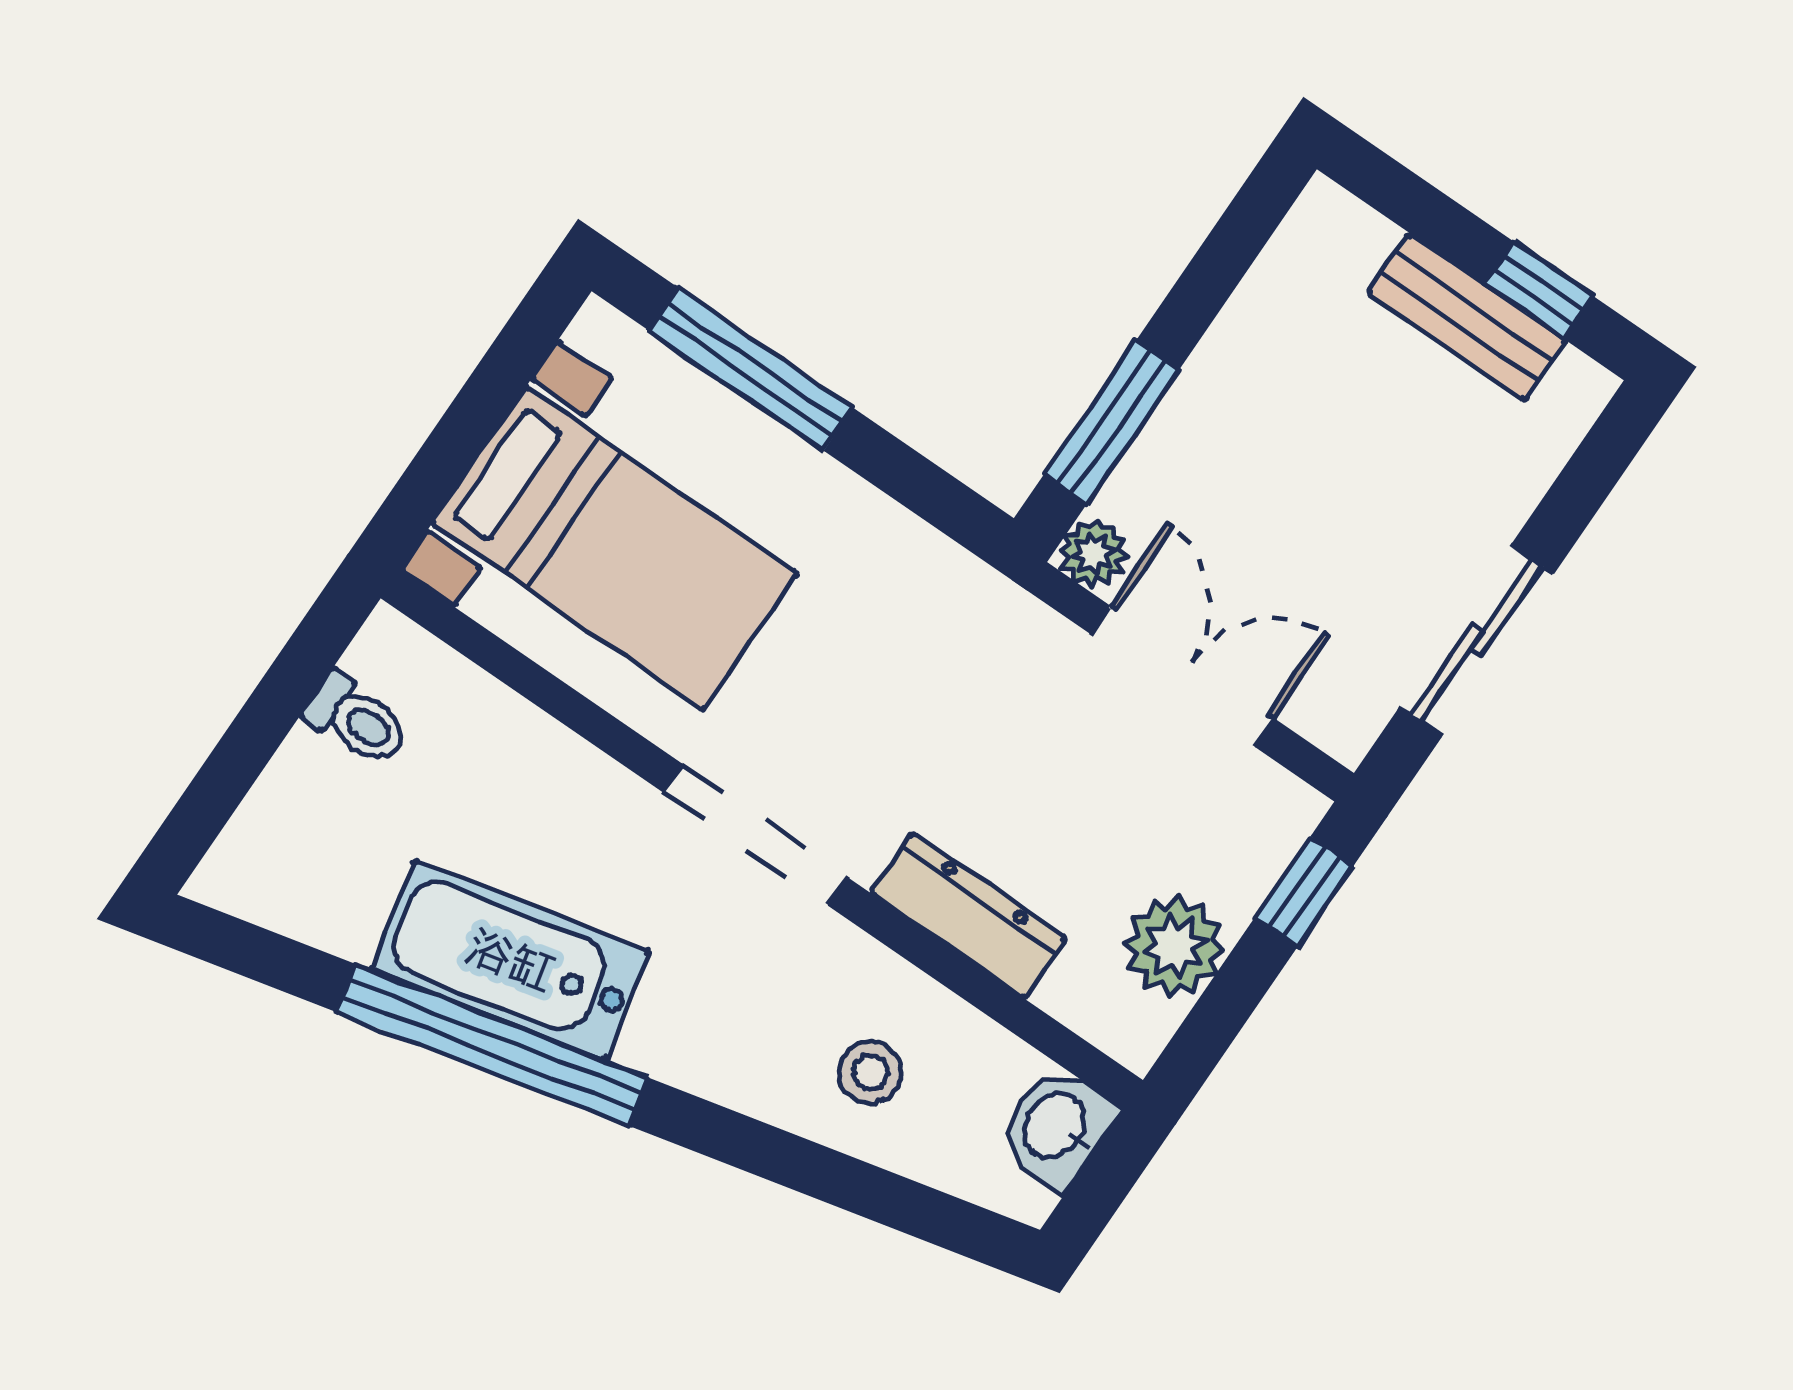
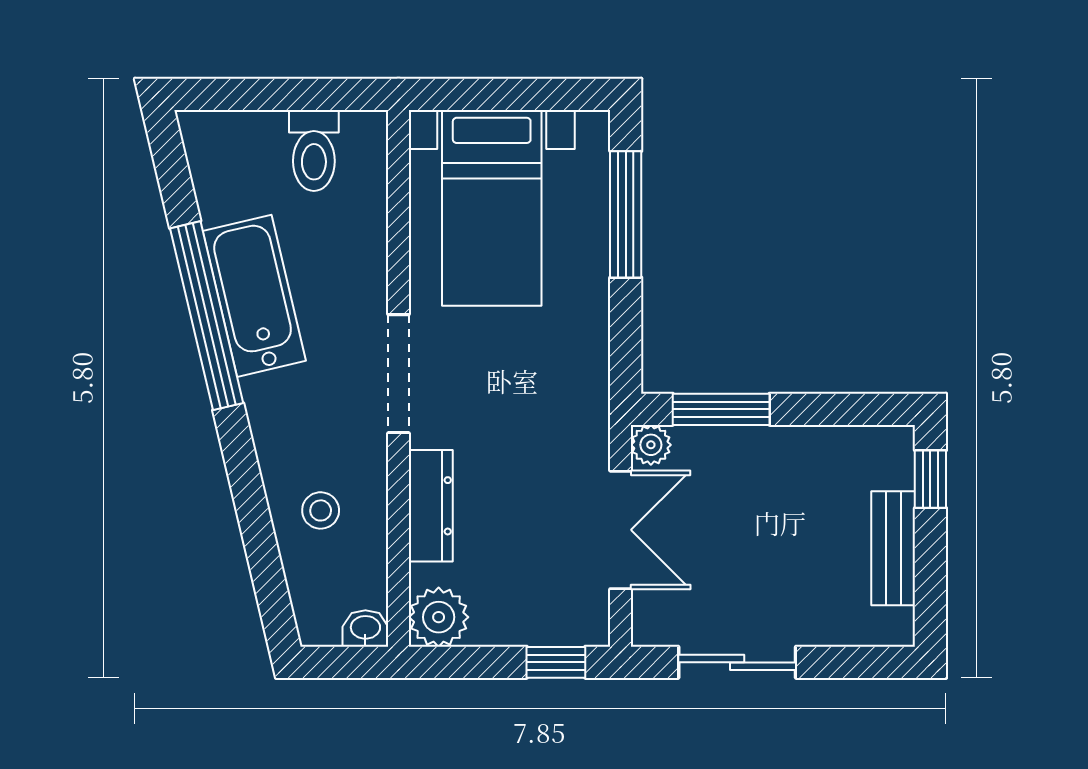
window: (1538, 290) -> (930, 479), moved
toilet: (357, 720) -> (314, 150), width x1.37, depth x1.39
plant: (1175, 946) -> (439, 617), moved
washbasin: (1056, 1127) -> (365, 628), width x0.72, depth x0.69

